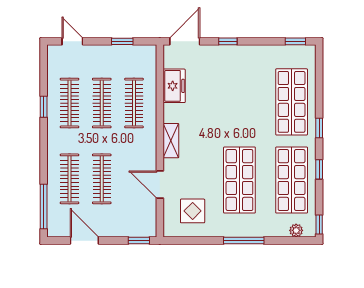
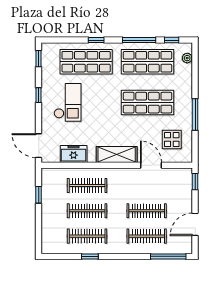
door: (72, 41) -> (39, 234), removed
window: (228, 41) -> (39, 95), moved
checkout: (240, 78) -> (67, 102), added
window: (319, 128) -> (96, 40), moved
shelving: (171, 141) -> (117, 154), width x1.50, depth x1.33
window: (319, 169) -> (139, 40), width x2.17
door: (160, 184) -> (151, 165), swing flipped
window: (319, 225) -> (172, 40), moved
window: (244, 241) -> (195, 114), moved

